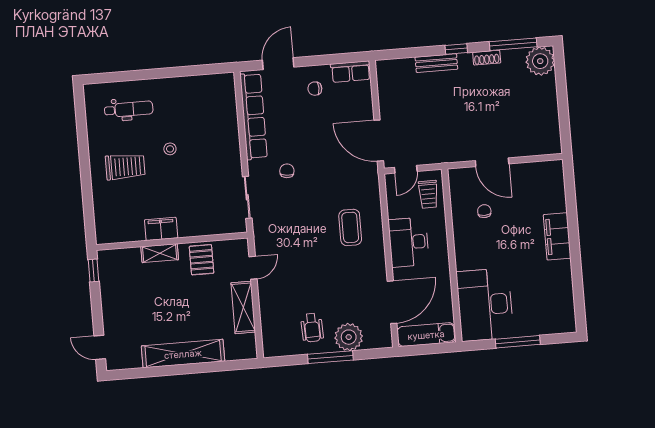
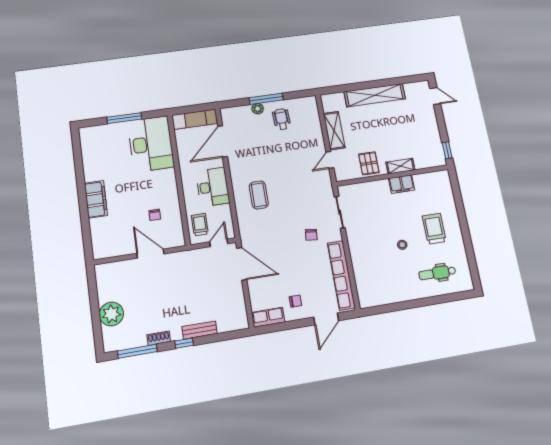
plant: (540, 61) -> (111, 314), moved
trolley: (125, 167) -> (434, 229), turned 90
plant: (349, 337) -> (258, 109), width x0.53, depth x0.53

